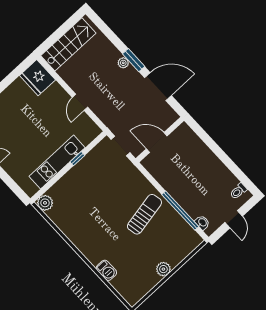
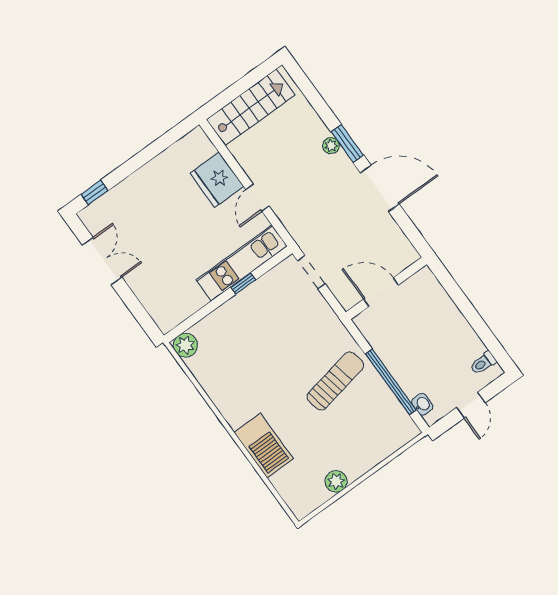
fridge: (37, 78) -> (217, 180), moved
wall: (160, 140) -> (386, 288), moved
door: (157, 142) -> (381, 292), moved
kitchen unit: (57, 162) -> (242, 263), moved
plant: (163, 269) -> (336, 481), moved
barbecue: (106, 270) -> (264, 446), width x1.88, depth x1.53

